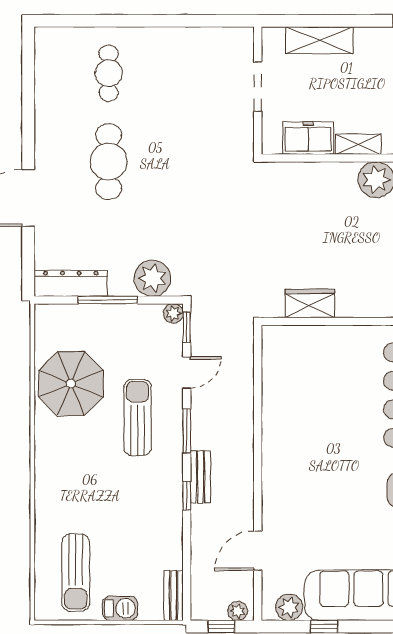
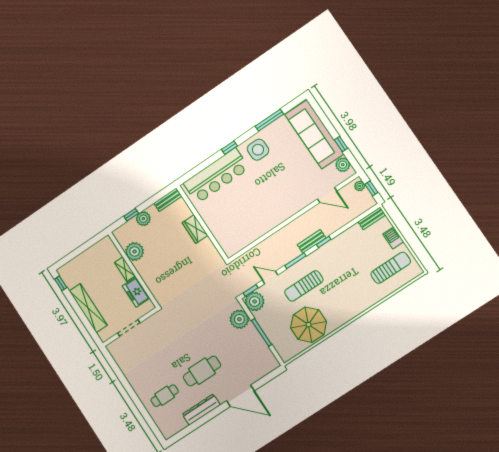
shelving: (319, 40) -> (88, 308), width x1.47
dresser: (71, 283) -> (201, 410), moved, turned 90
wardrobe: (310, 303) -> (195, 229), moved
plant: (173, 313) -> (255, 301), width x1.88, depth x1.88

